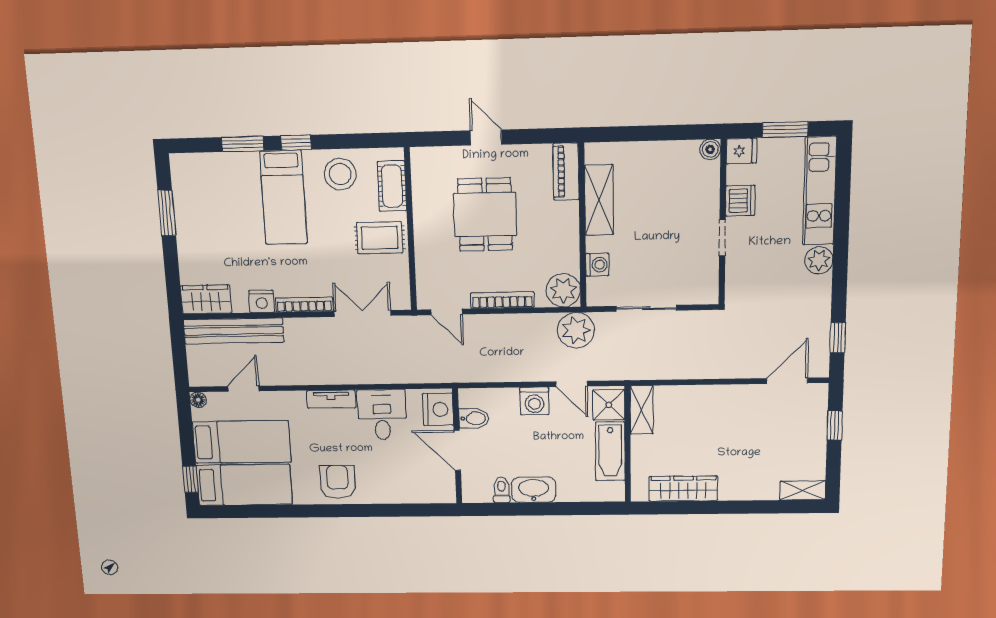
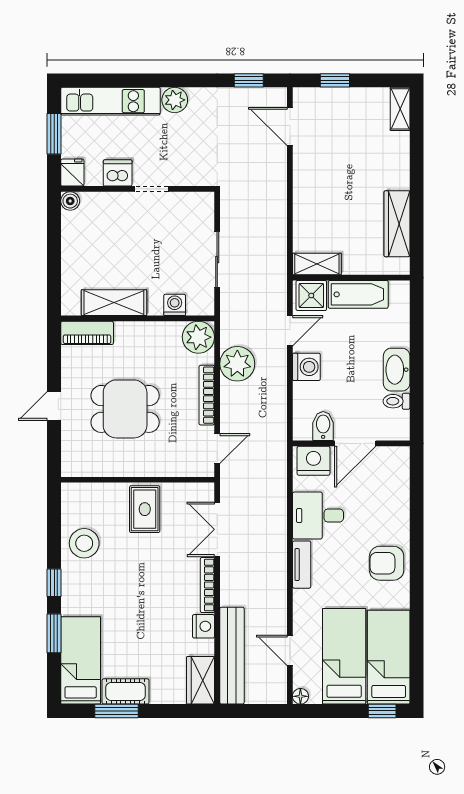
cot: (392, 186) -> (126, 691), moved
bed: (284, 197) -> (81, 660), moved, turned -90
plant: (576, 330) -> (237, 364), moved

